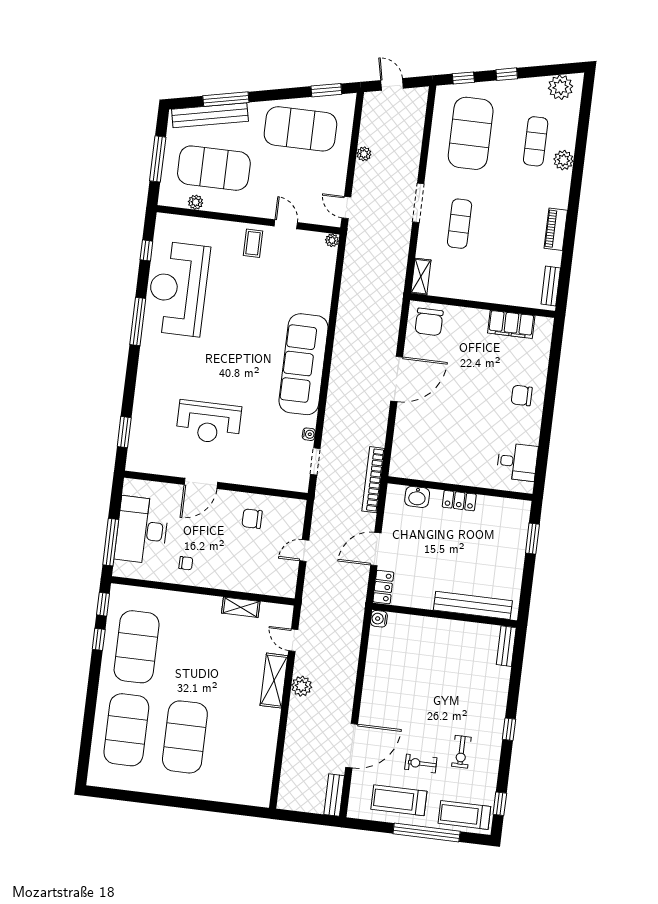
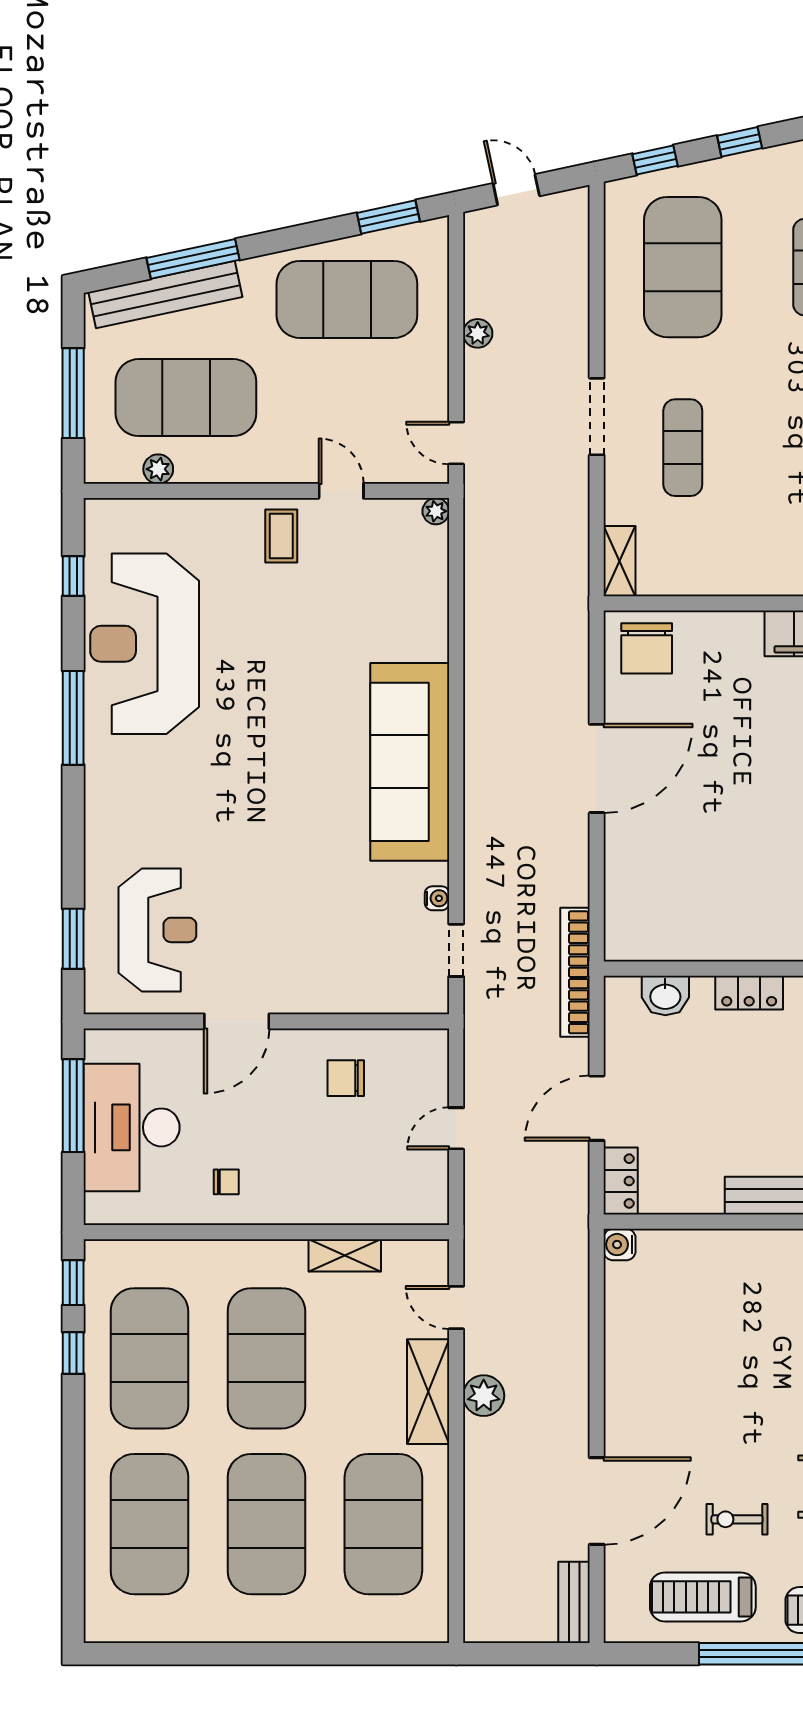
reception desk: (209, 422) -> (157, 930), moved, turned -90
window: (111, 542) -> (73, 1106), moved
exercise mat: (195, 654) -> (266, 1358), added
exercise mat: (243, 744) -> (383, 1524), added

